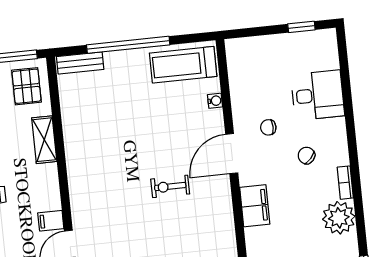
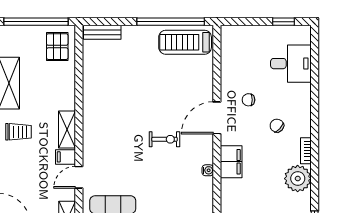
window: (128, 45) -> (171, 22), moved
desk: (318, 95) -> (291, 64), moved
water cooler: (215, 101) -> (208, 170), moved
shelving: (44, 140) -> (67, 130), moved
exercise bike: (170, 186) -> (165, 139), turned 180

